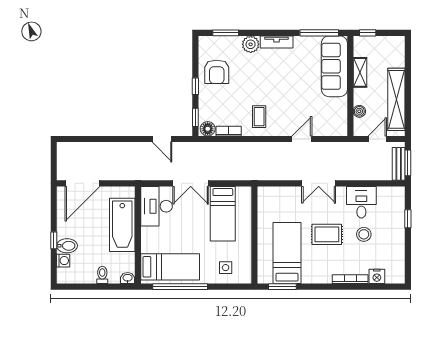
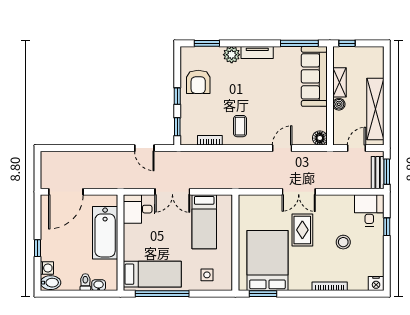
boiler: (359, 111) -> (339, 104), moved
floor lamp: (208, 129) -> (320, 138), moved
desk: (361, 202) -> (369, 210), moved
desk: (156, 206) -> (139, 209), width x0.73
rug: (327, 234) -> (302, 230), moved, turned 90
bidet: (67, 246) -> (51, 283), moved
bed: (287, 253) -> (267, 260), width x1.50
nightstand: (377, 276) -> (376, 284), moved
washbasin: (128, 278) -> (99, 285), moved

